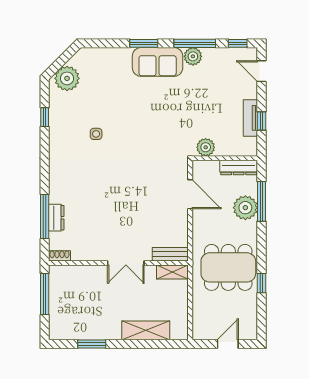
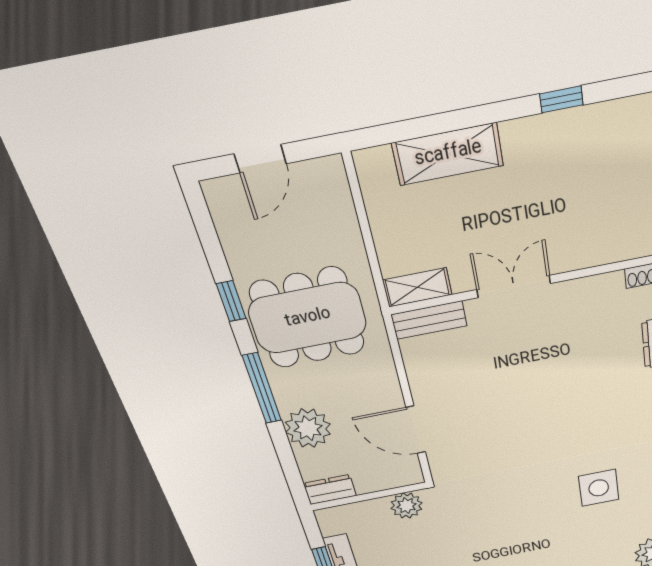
side table: (96, 134) -> (599, 488), width x1.87, depth x1.87
dresser: (239, 168) -> (330, 490), width x0.70
window: (261, 201) -> (262, 388), moved
window: (92, 344) -> (561, 99), width x0.67

